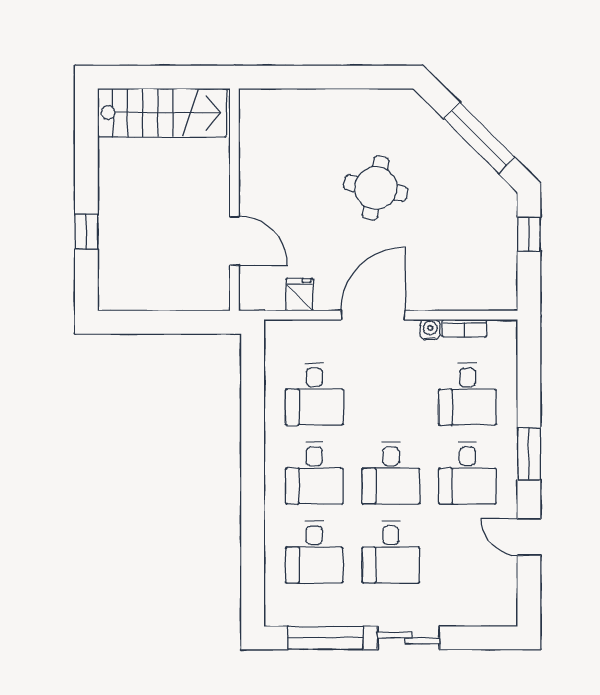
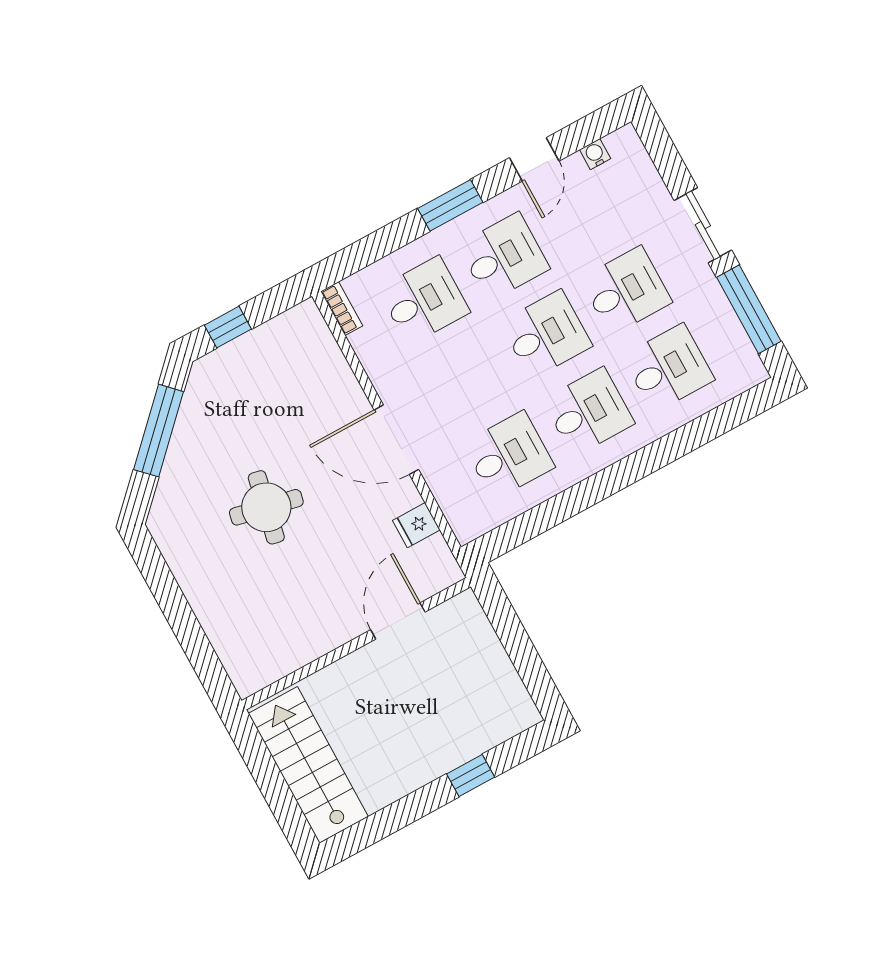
bookcase: (464, 328) -> (342, 308), moved
water cooler: (430, 330) -> (595, 154), moved, turned 90

